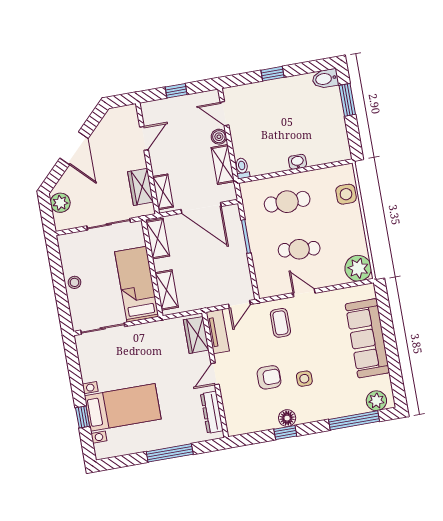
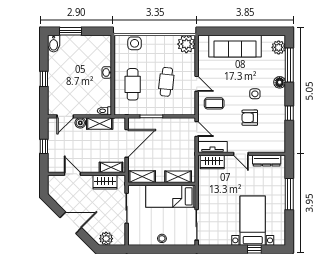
door: (304, 293) -> (197, 84), swing flipped
armchair: (269, 377) -> (250, 118), turned -90
floor lamp: (287, 418) -> (280, 82), moved

